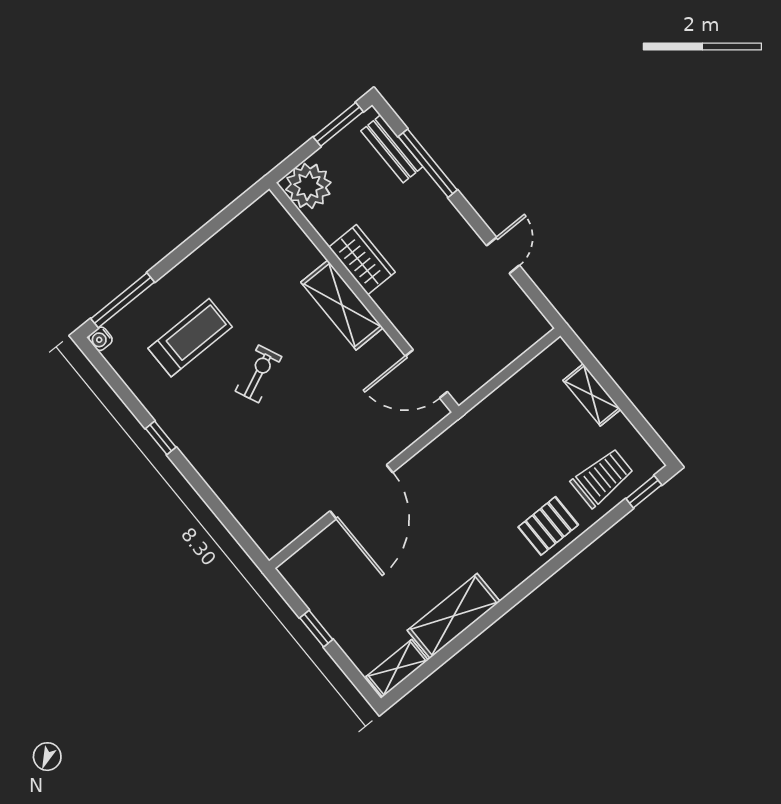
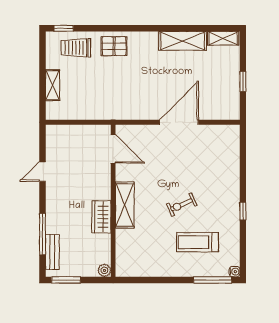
plant: (308, 186) -> (104, 270), width x0.53, depth x0.53

